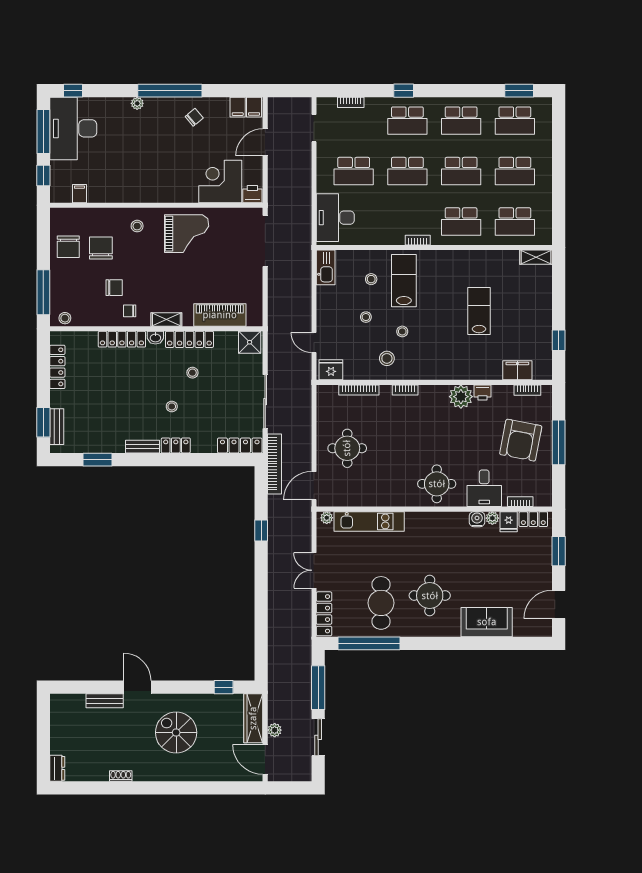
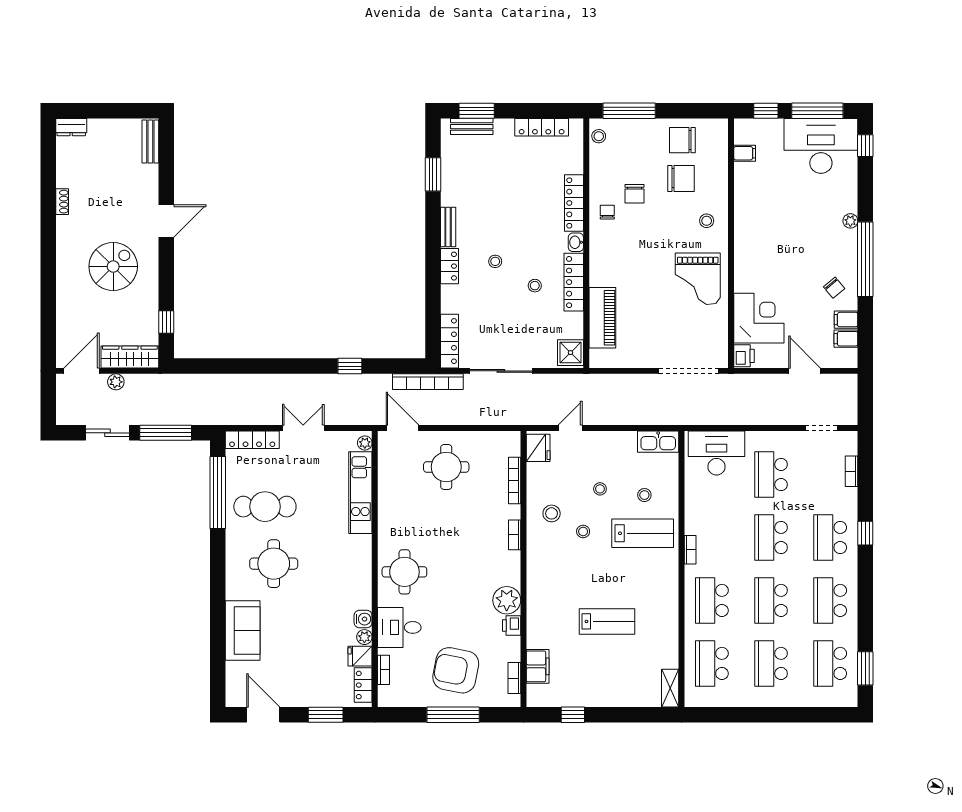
filing cabinet: (254, 107) -> (846, 320), moved
shelving: (166, 319) -> (597, 255), removed
bench: (105, 701) -> (150, 142), moved

